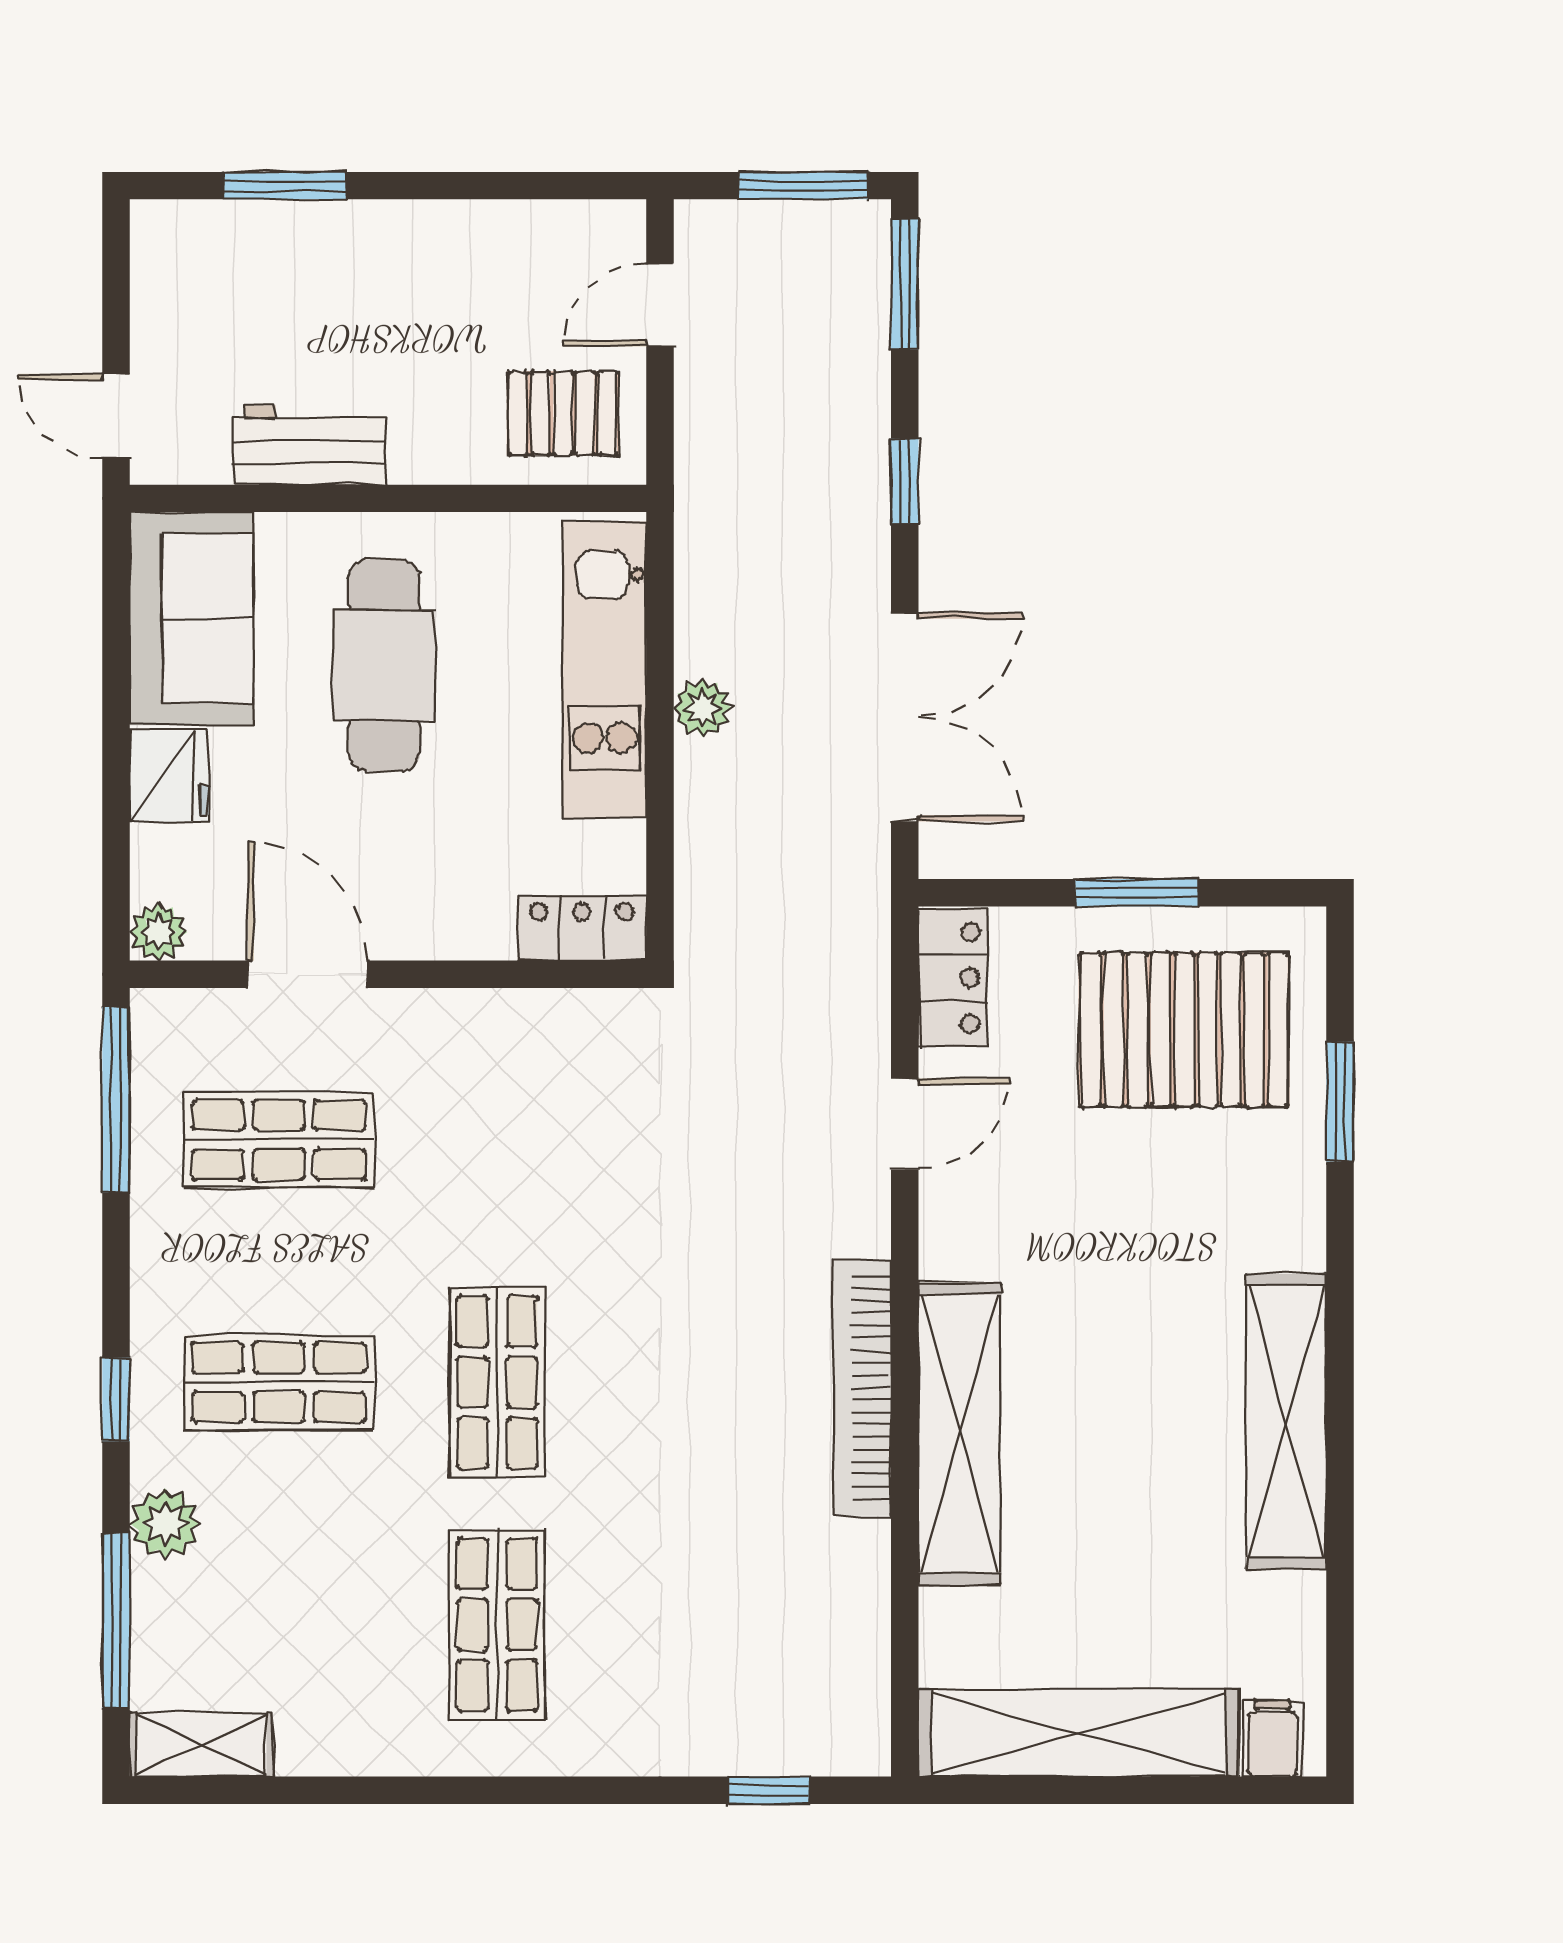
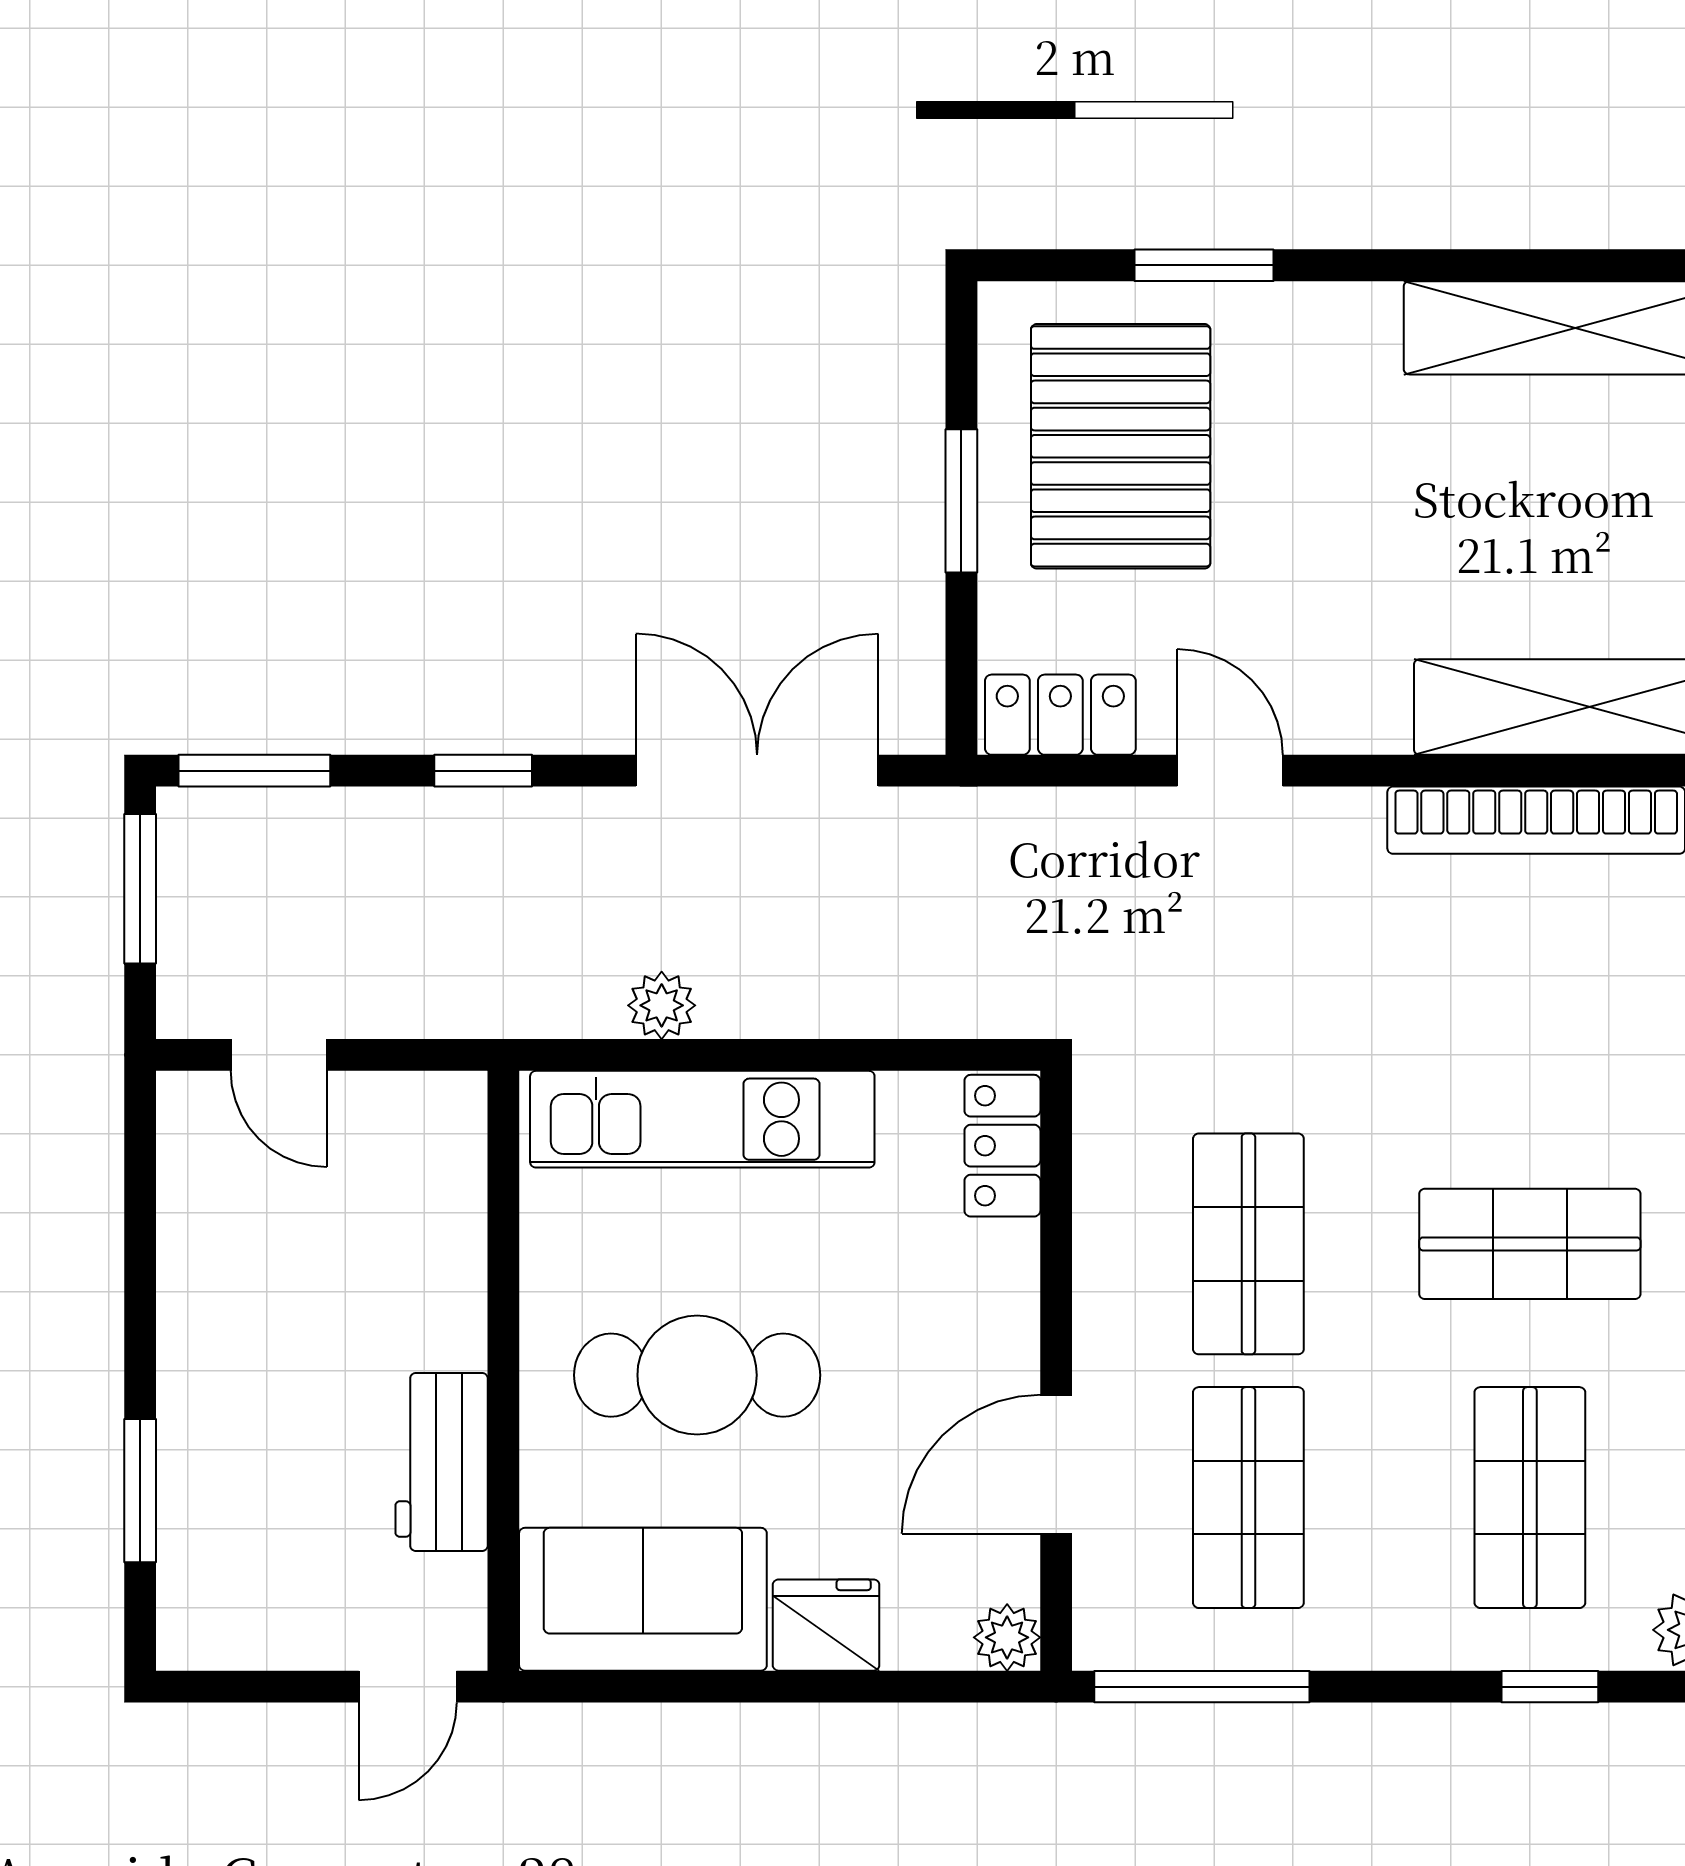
pallet: (563, 413) -> (405, 1168), removed
plant: (703, 708) -> (662, 1005), moved
shop shelf: (497, 1140) -> (1248, 1244), added

